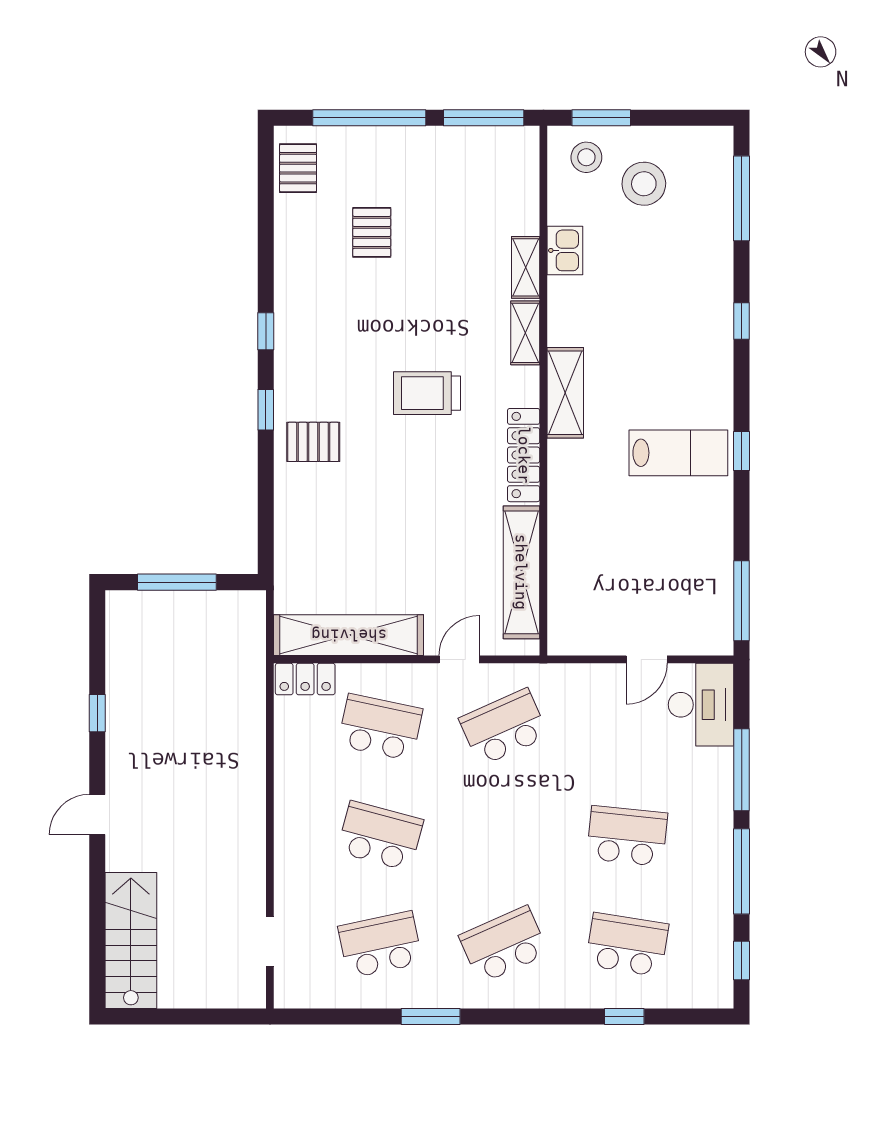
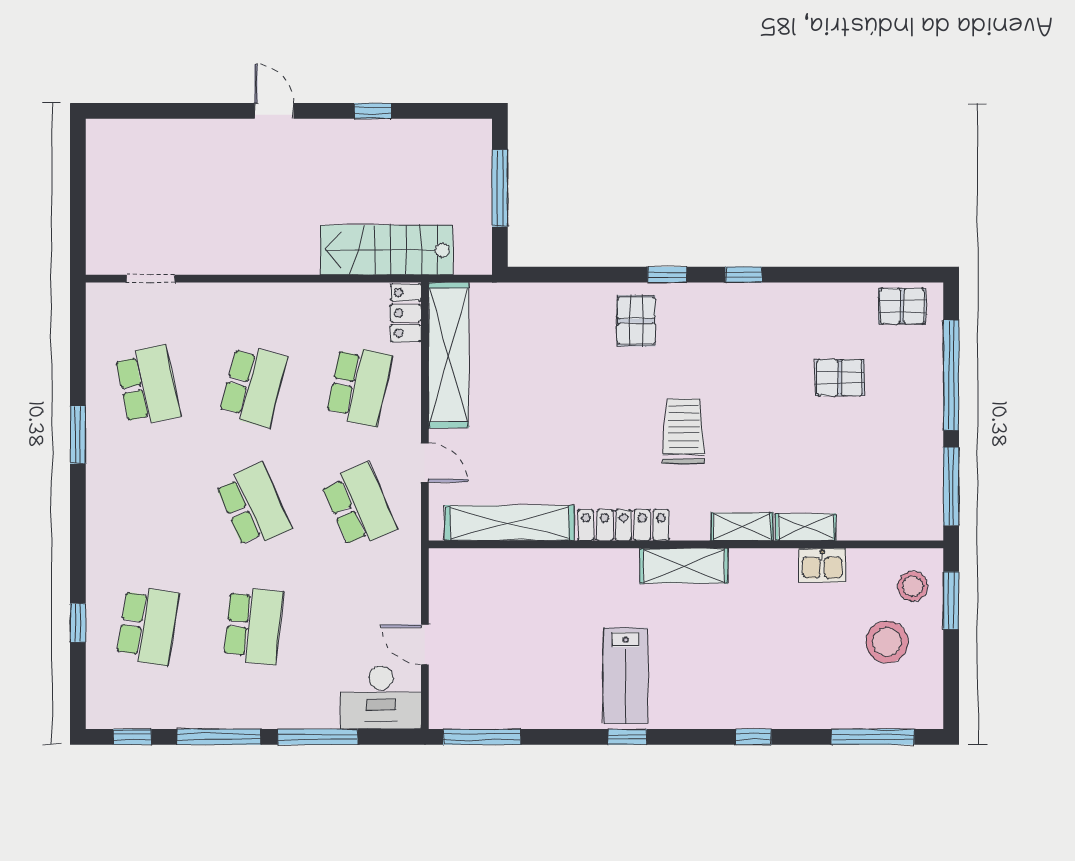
stairs: (131, 940) -> (387, 250), moved, turned 180
school desk: (504, 945) -> (253, 506), moved

